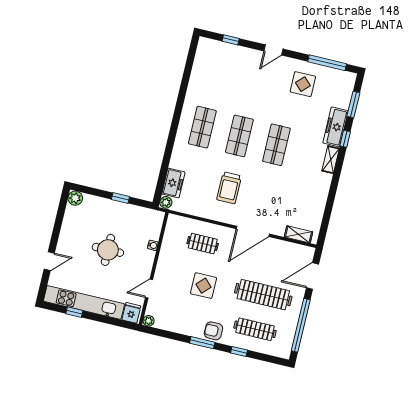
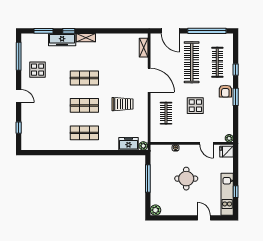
window: (120, 198) -> (148, 178), width x2.17
kitchen unit: (84, 302) -> (227, 194), width x0.73

